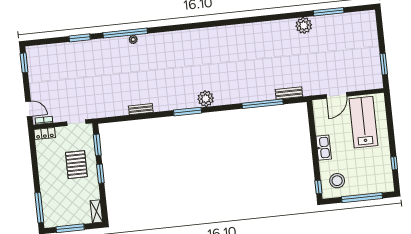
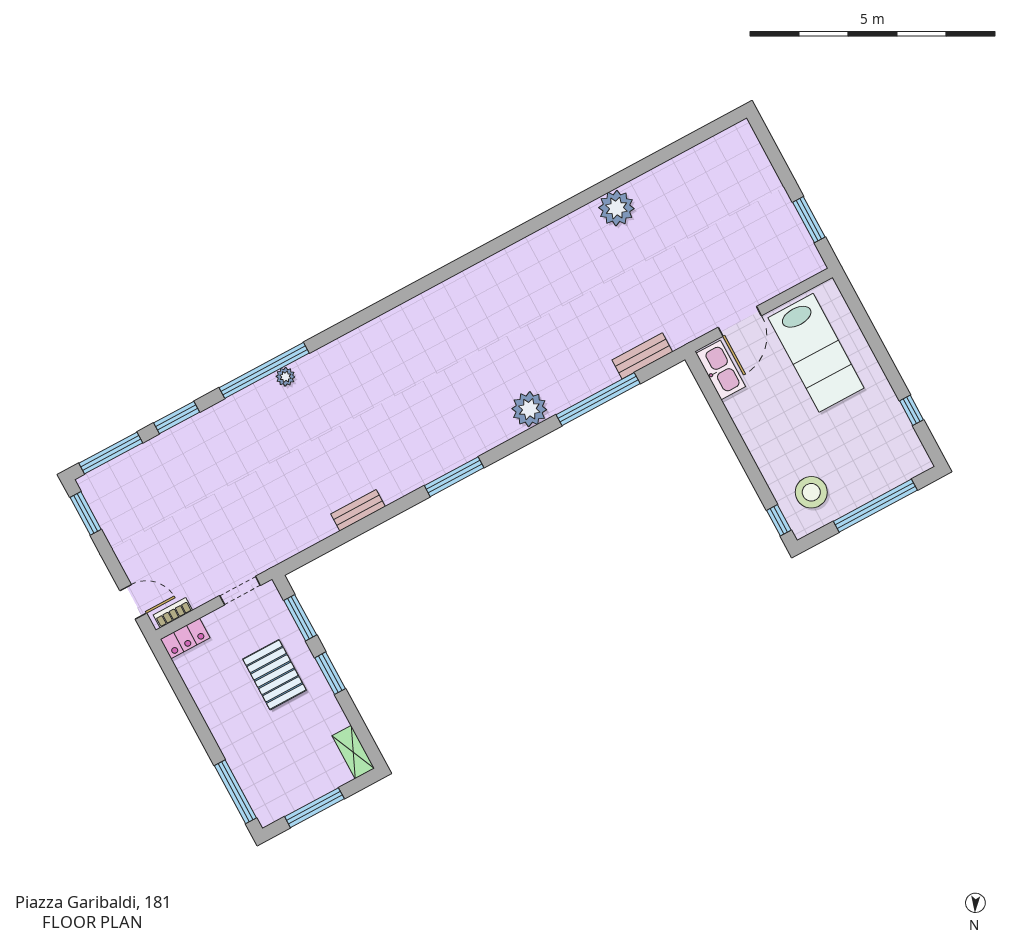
window: (329, 12) -> (111, 453), moved
plant: (206, 99) -> (529, 409), moved
lab bench: (364, 122) -> (816, 353), turned 180
kitchen sink: (324, 148) -> (721, 370), moved

